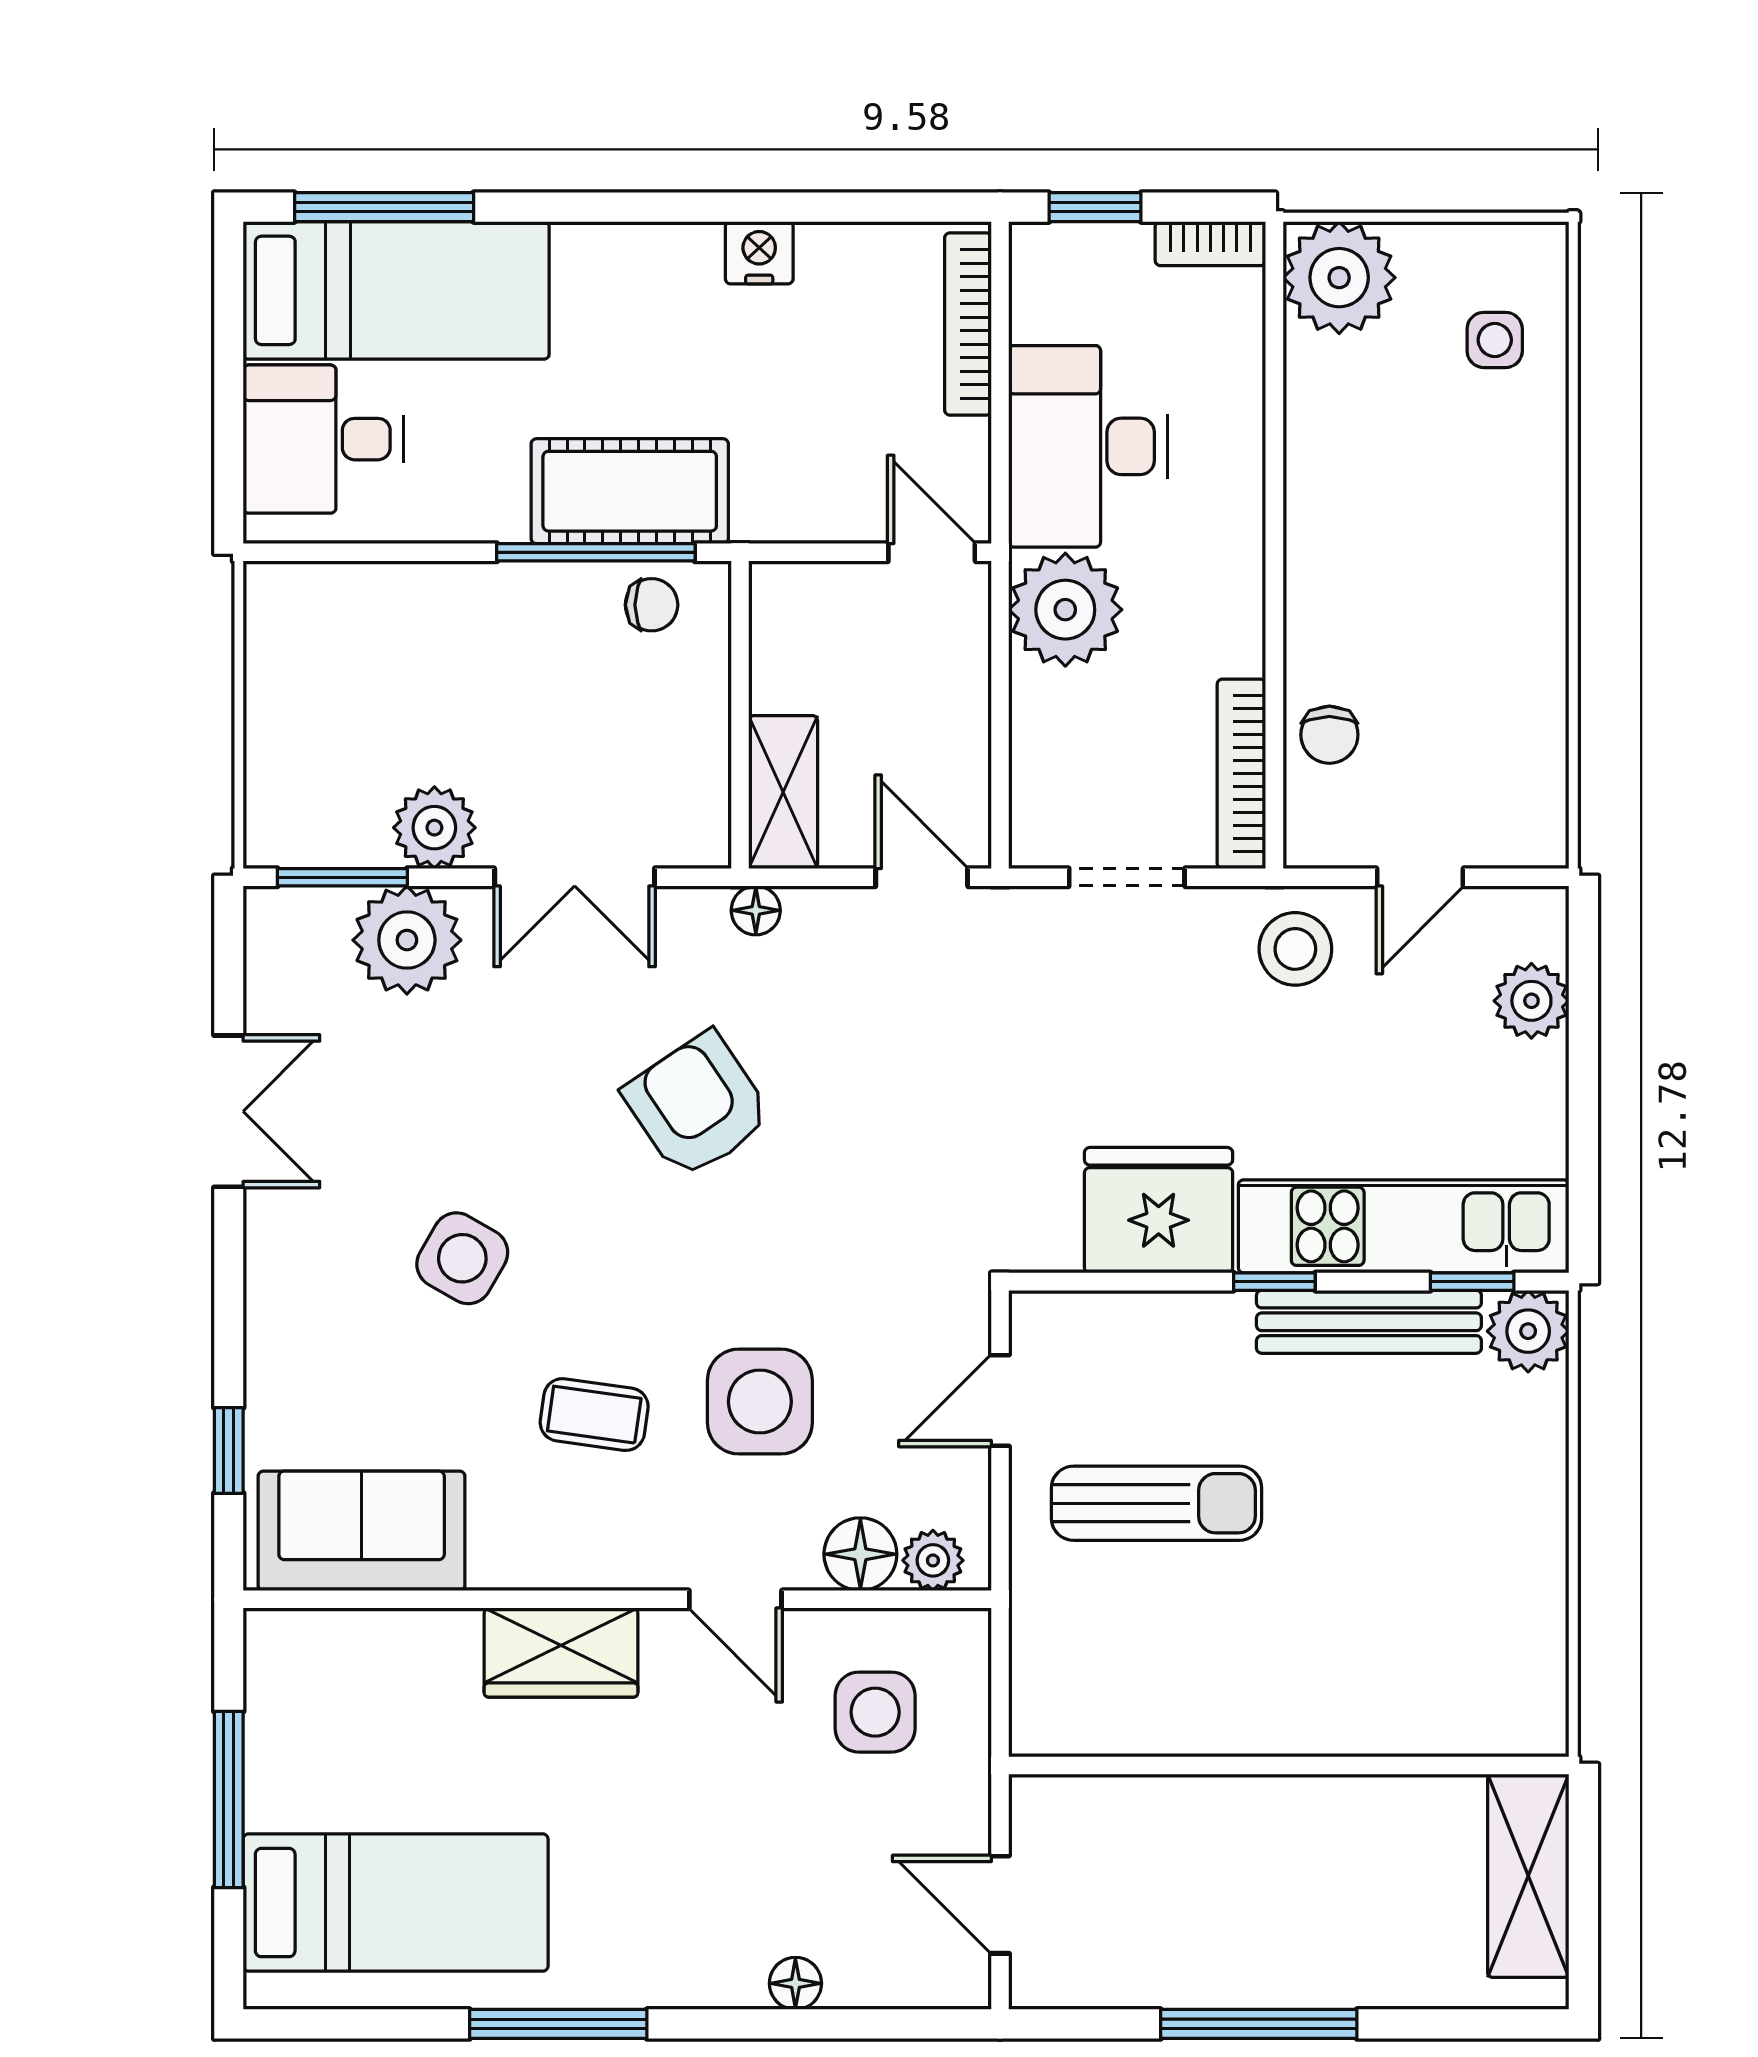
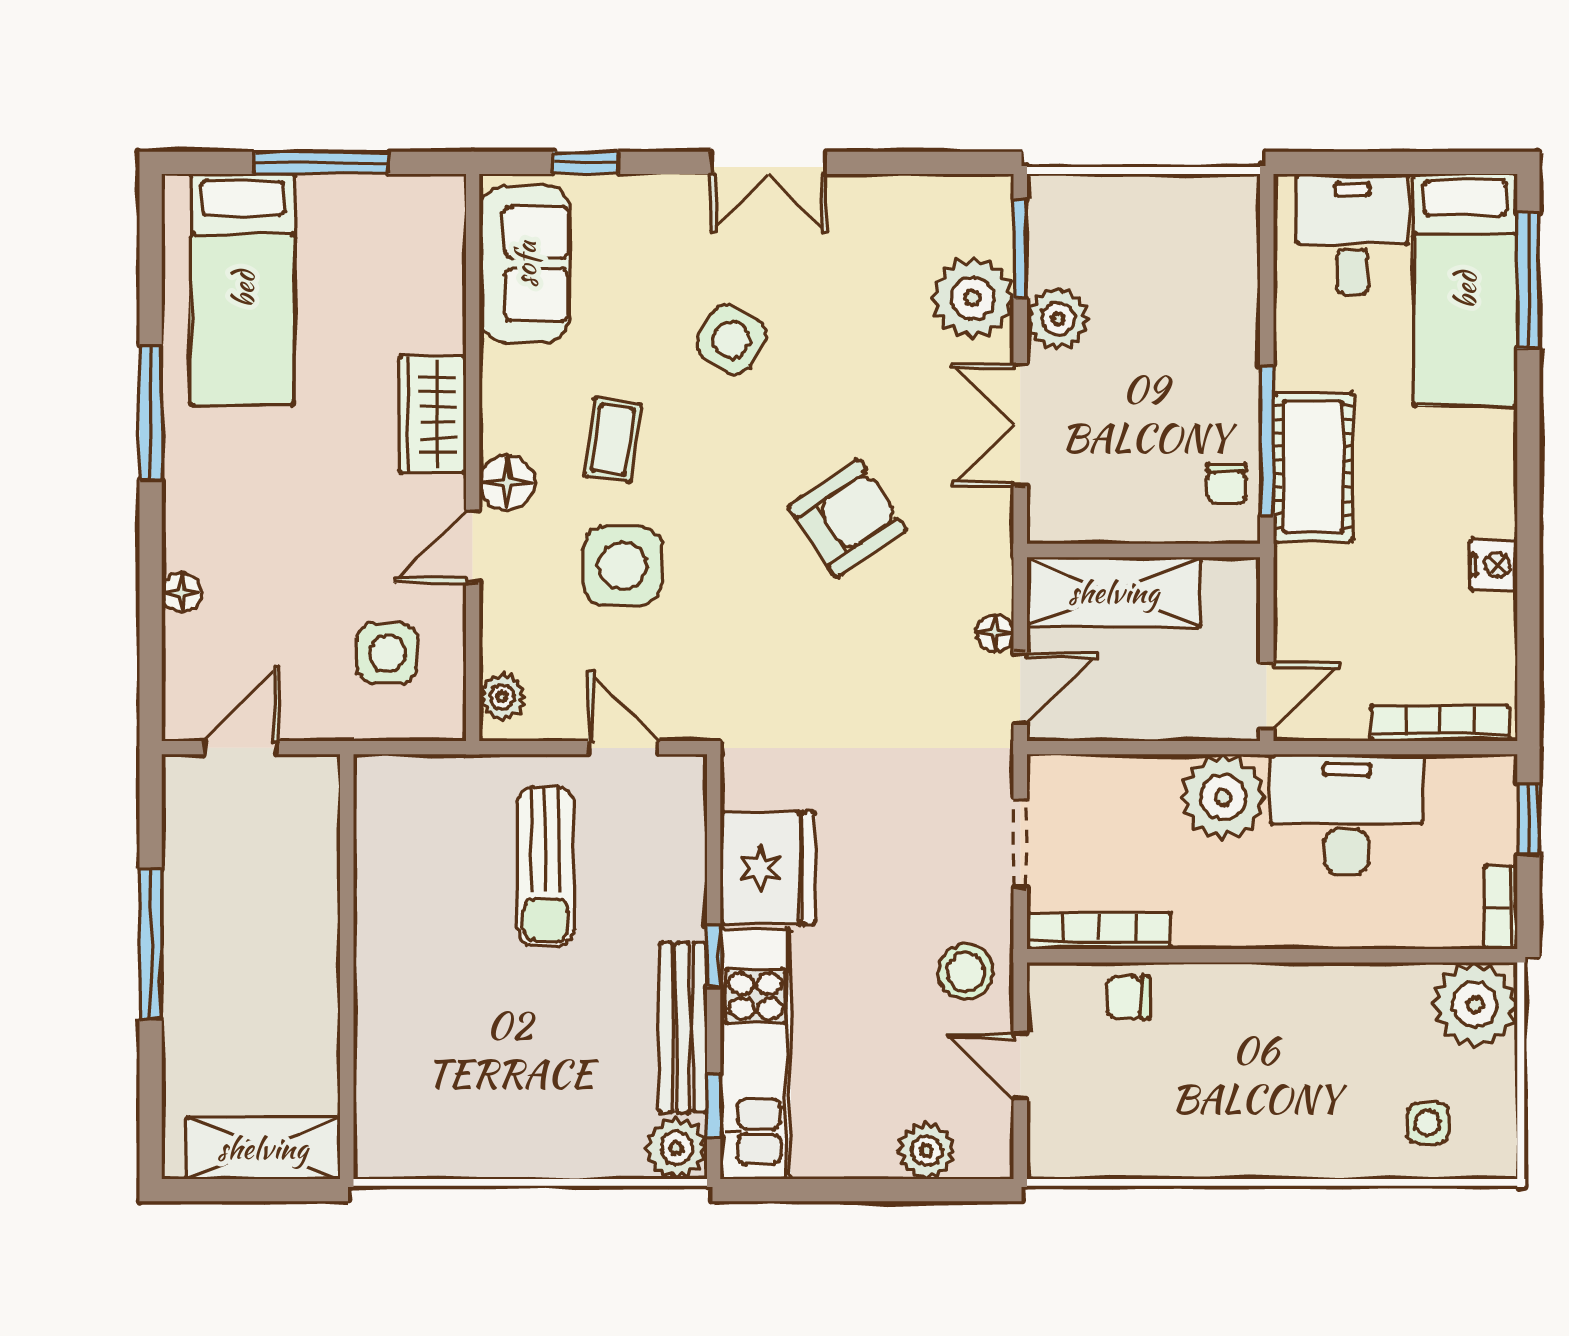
shelving: (783, 792) -> (1114, 592), width x1.50, depth x1.33
floor lamp: (756, 910) -> (995, 633), moved
double door: (229, 1111) -> (769, 163), moved
floor lamp: (860, 1554) -> (507, 483), moved

